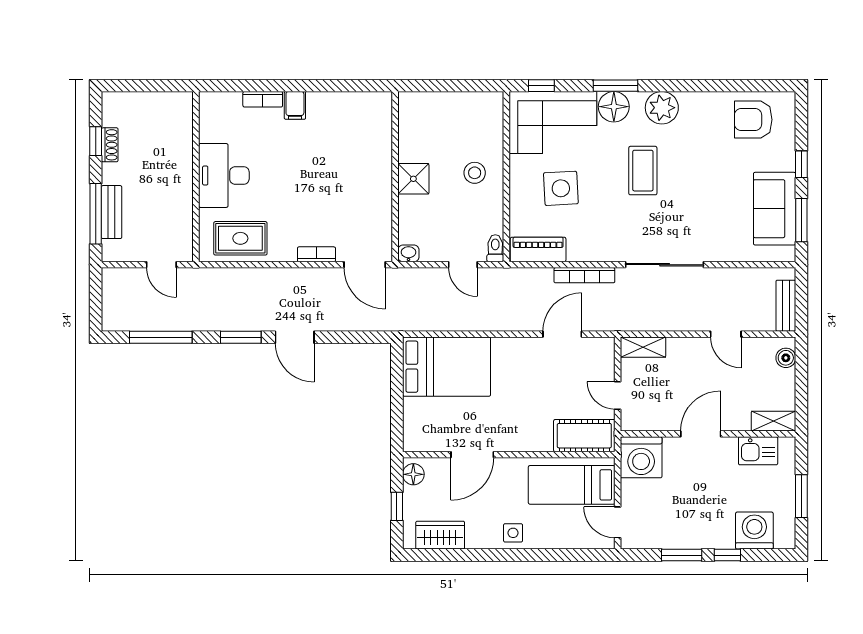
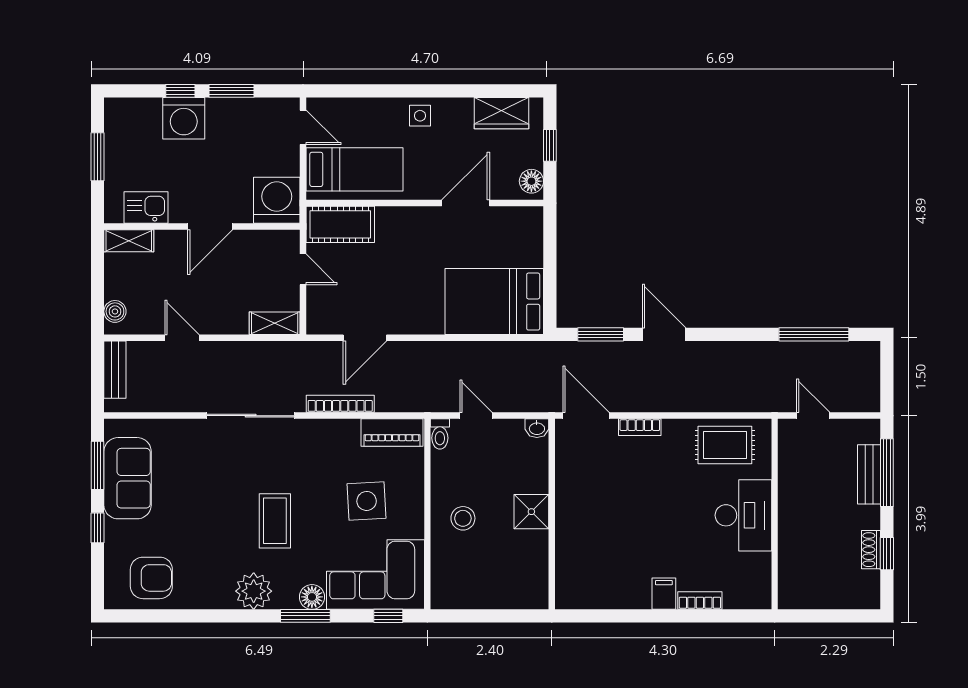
floor lamp: (614, 107) -> (312, 597), width x0.73, depth x0.73
window: (241, 337) -> (601, 334), moved
washing machine: (754, 531) -> (184, 118), moved

